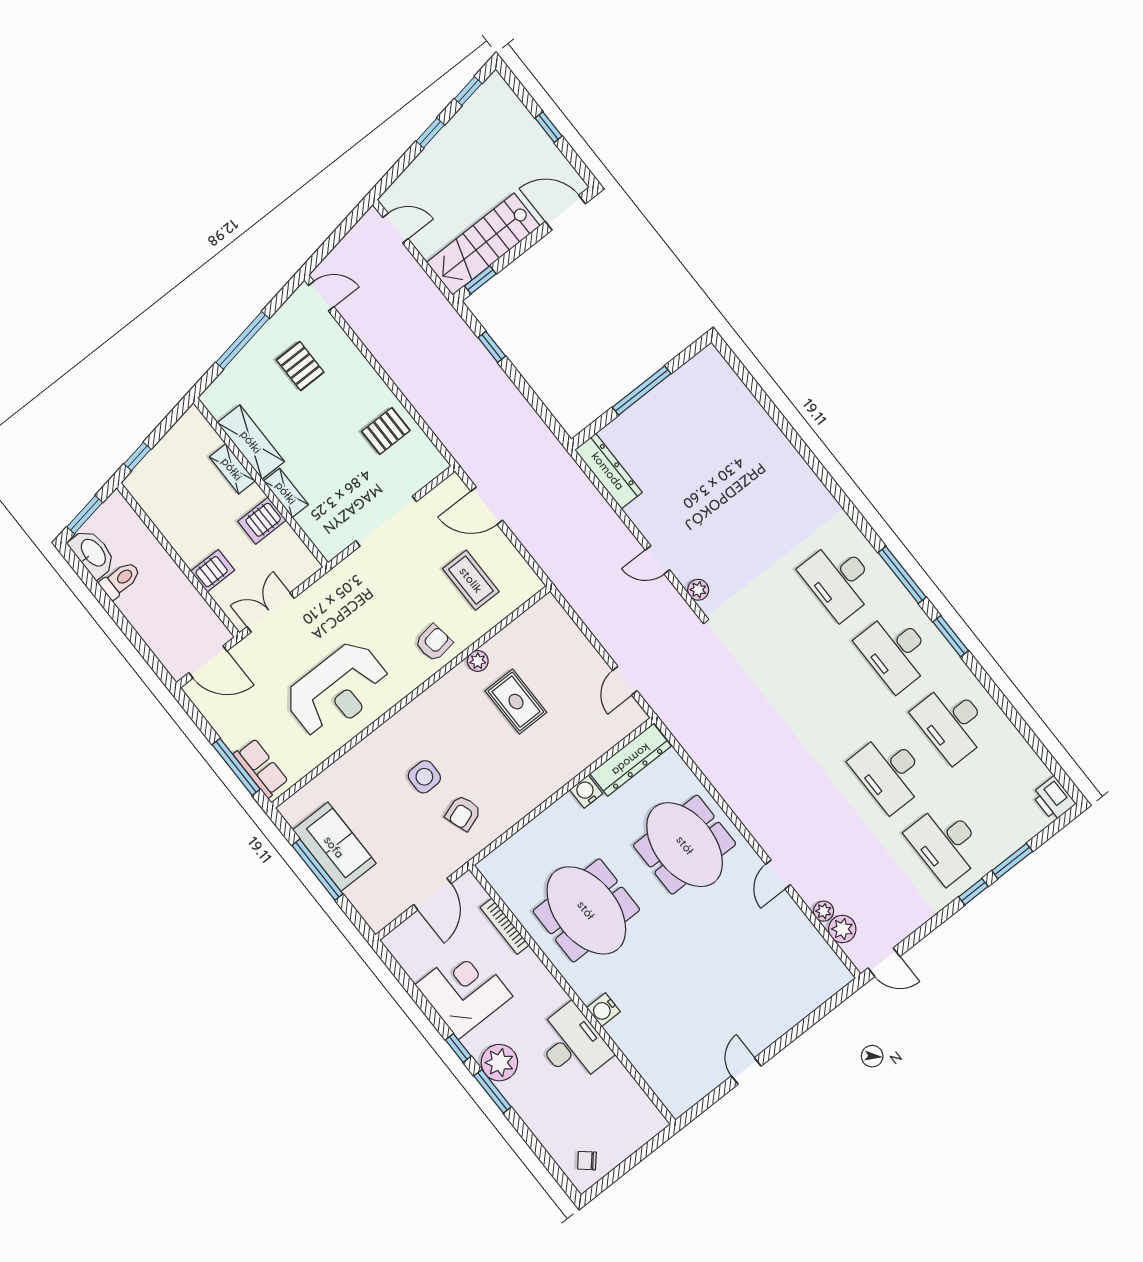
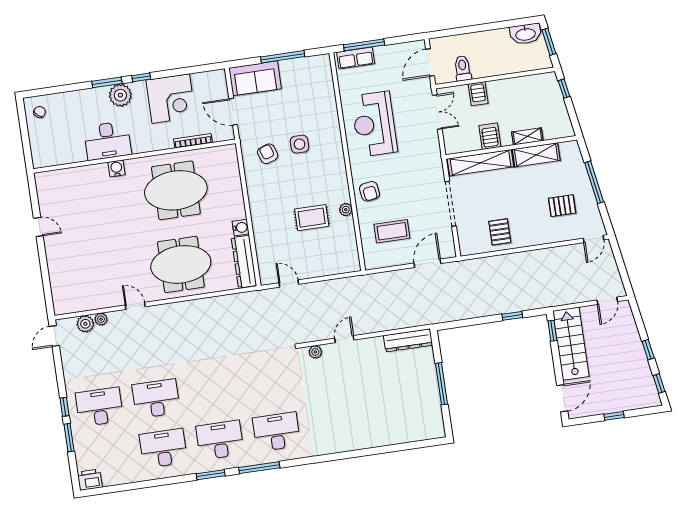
shelving: (286, 493) -> (480, 163), width x2.20, depth x1.33
toilet: (120, 580) -> (463, 68), moved, turned 180
sofa: (334, 847) -> (255, 78), moved

